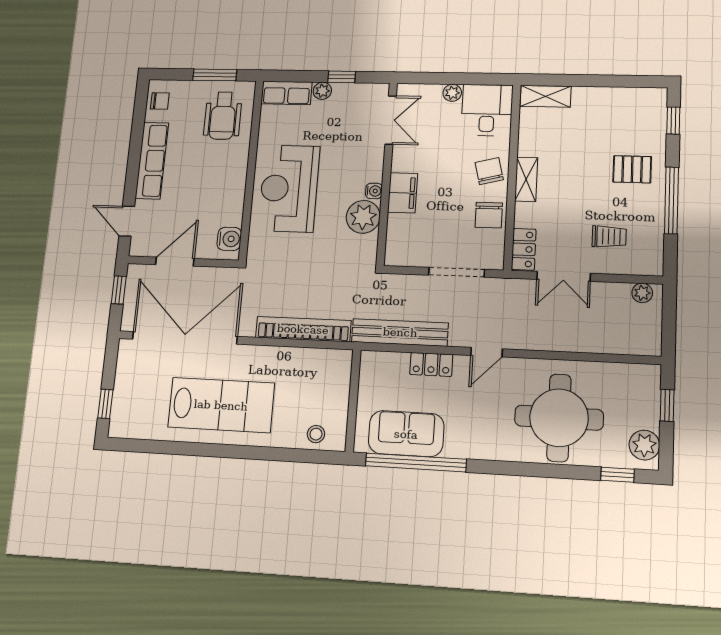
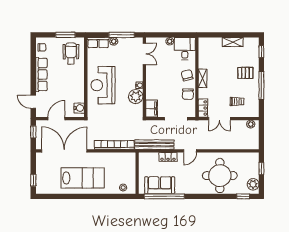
window: (342, 77) -> (122, 35), width x2.17
shelving: (546, 96) -> (233, 42), moved
wheelchair: (223, 116) -> (71, 53), turned 180
filing cabinet: (403, 193) -> (152, 109), moved

